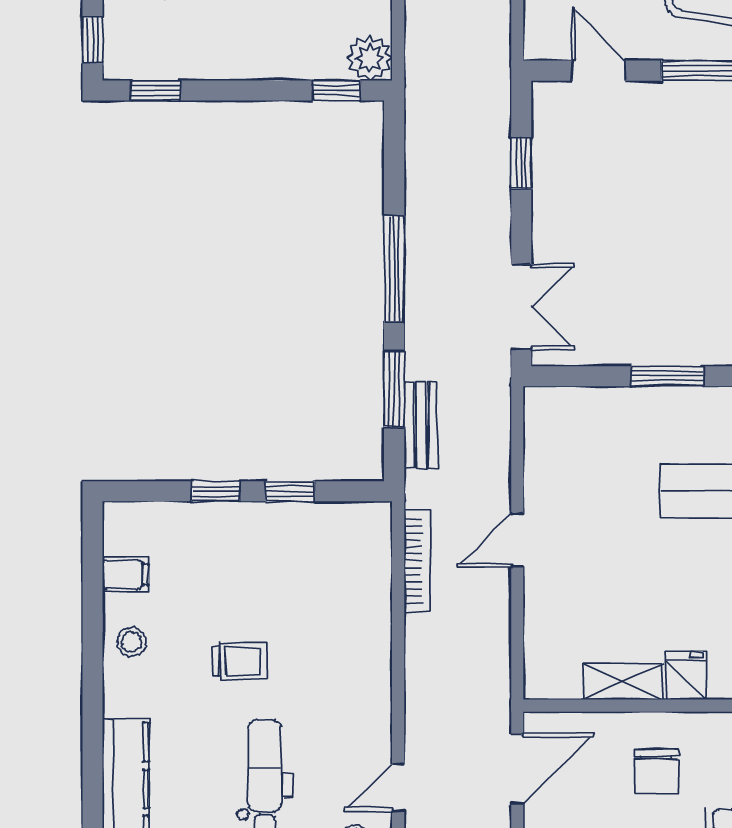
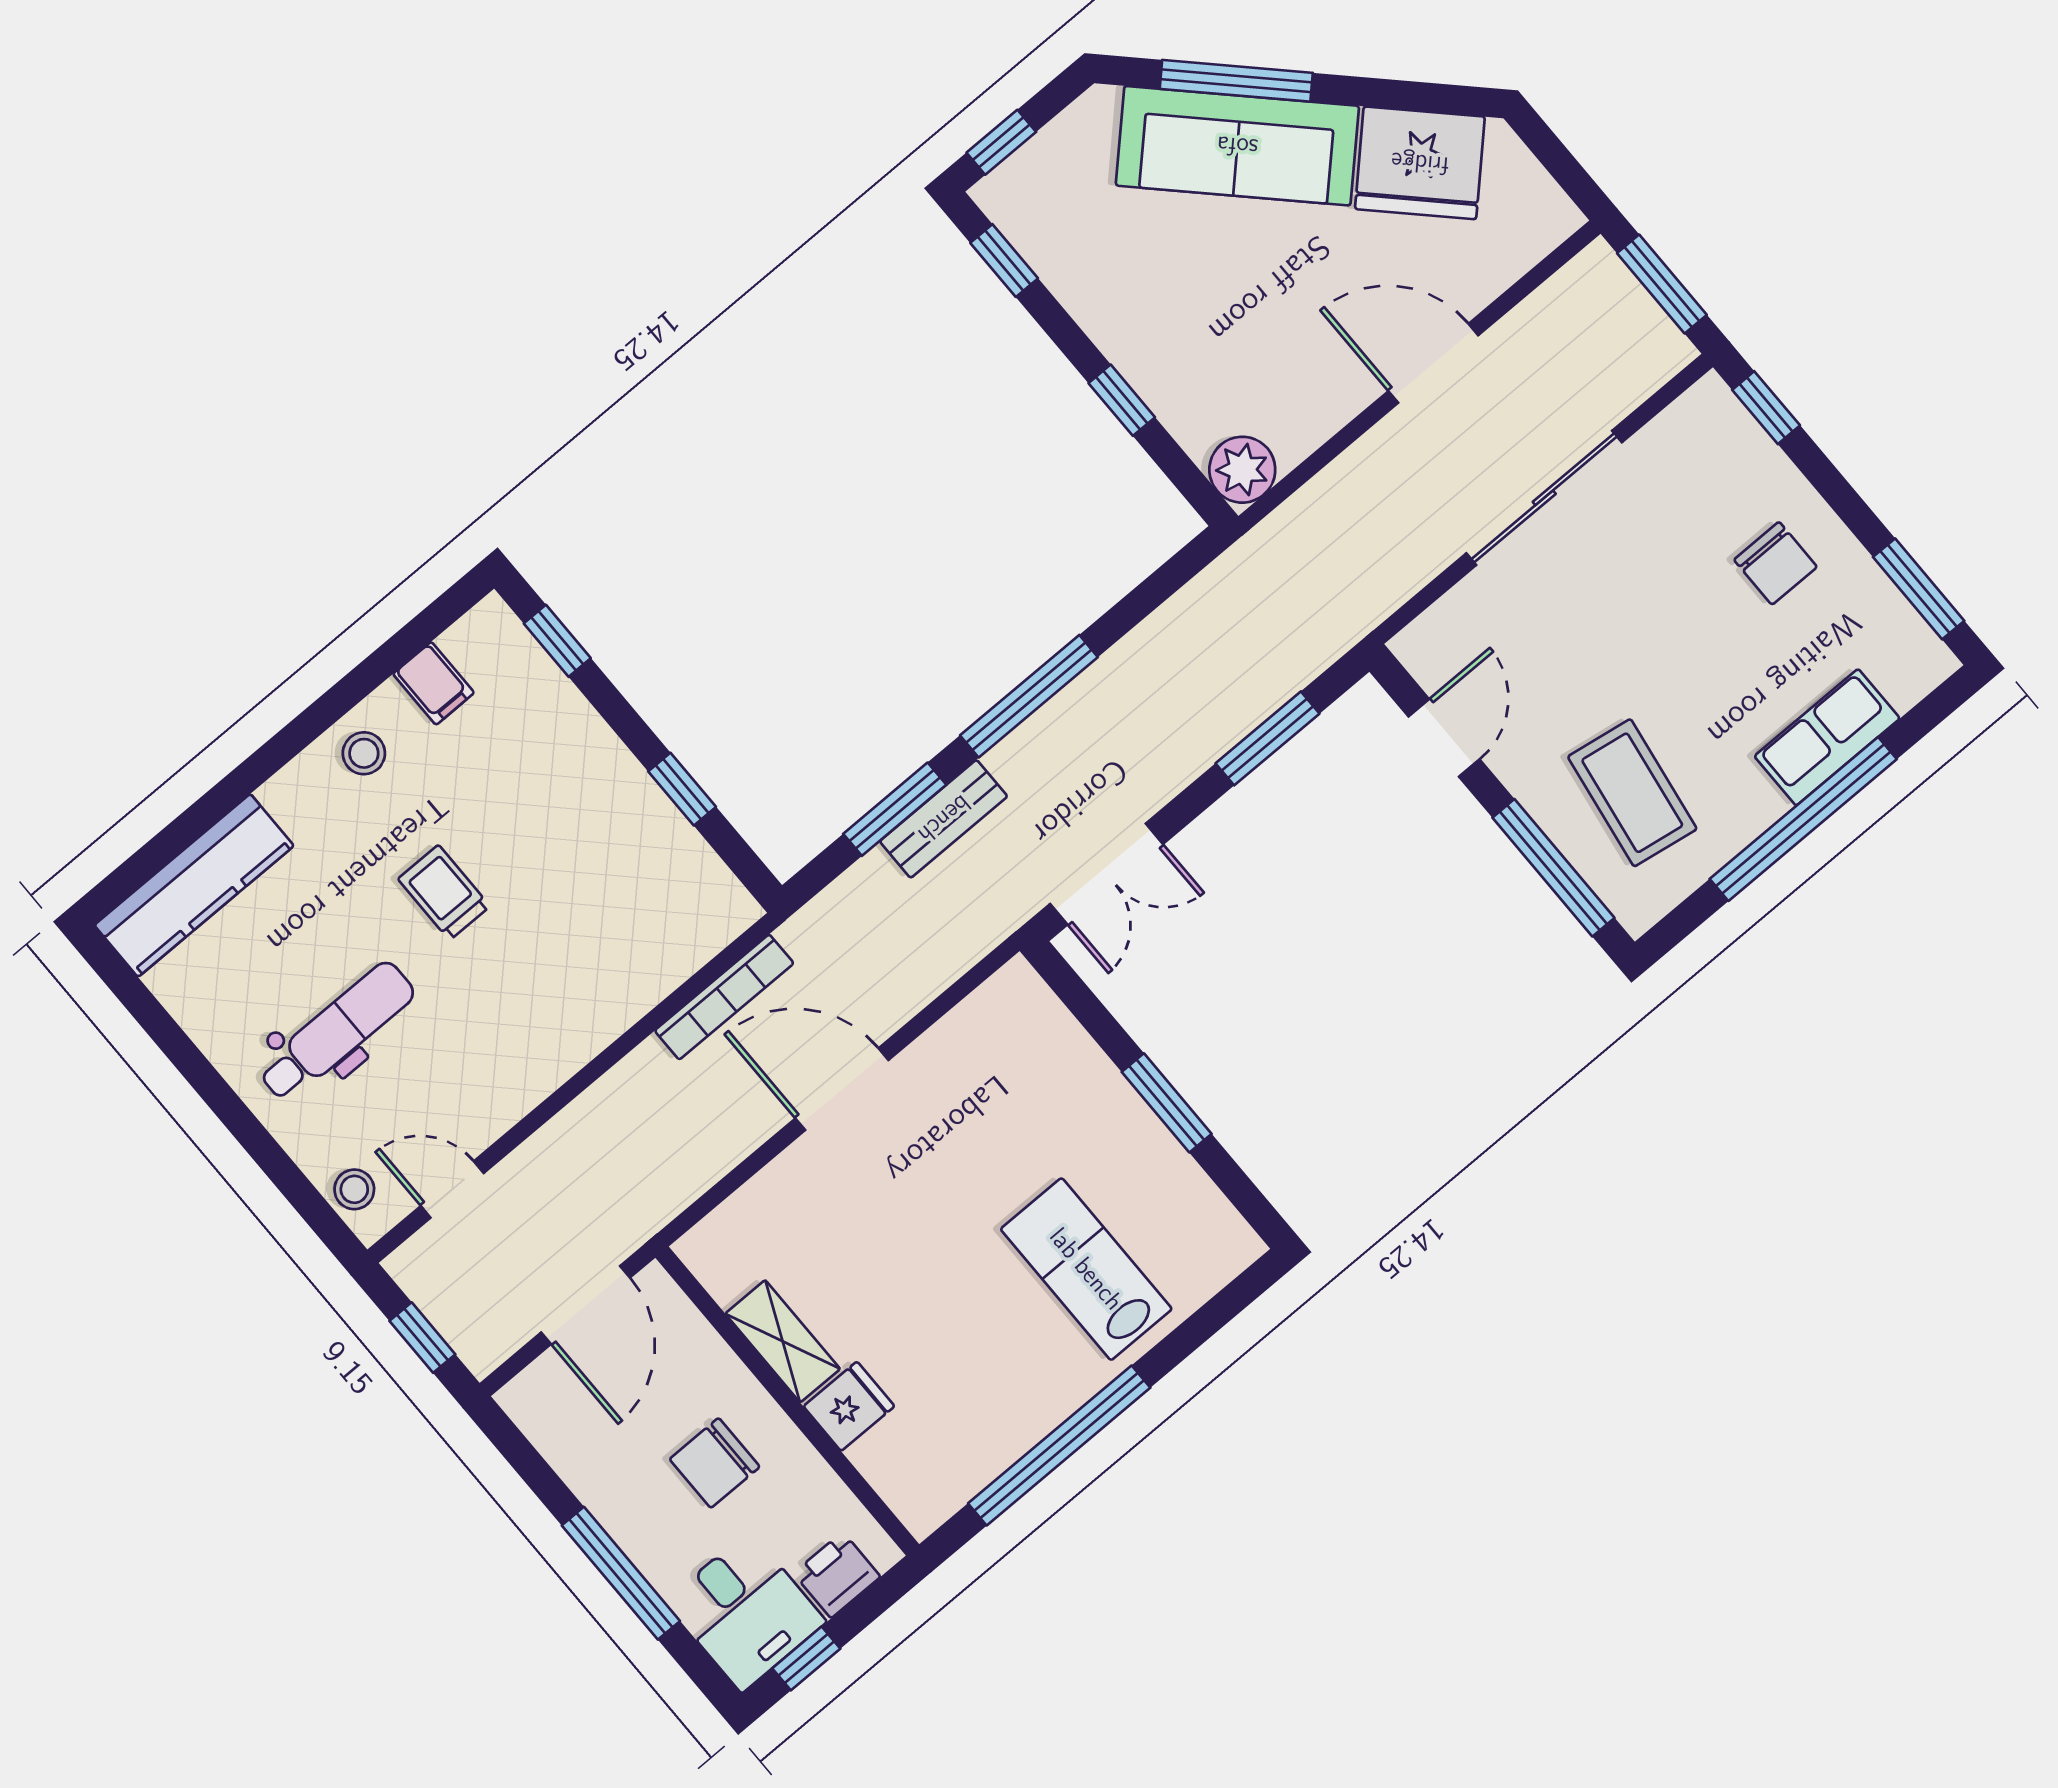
window: (337, 90) -> (1122, 400), moved
window: (521, 163) -> (1268, 738), width x1.50
bench: (421, 425) -> (944, 819), moved
window: (216, 491) -> (557, 641), moved
door: (517, 540) -> (842, 1089), width x1.38
trolley: (239, 661) -> (444, 893), turned 180
door: (517, 769) -> (586, 1305), hinge flipped

